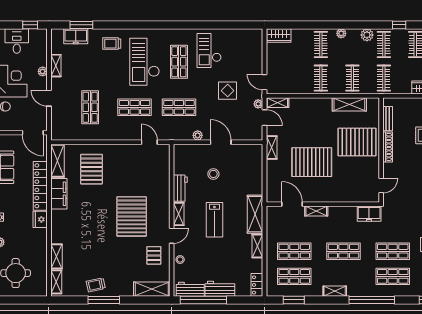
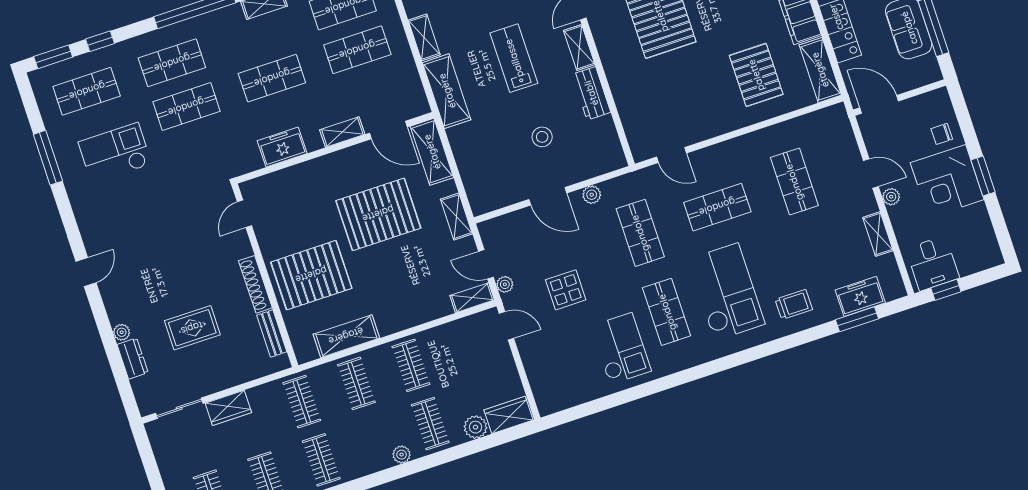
plant: (367, 35) -> (475, 427), moved
desk: (17, 41) -> (932, 263), moved
plant: (43, 71) -> (891, 197), moved
shop shelf: (179, 107) -> (640, 233), turned 90
shelving: (273, 185) -> (432, 152), added
freezer: (369, 214) -> (282, 147), moved

